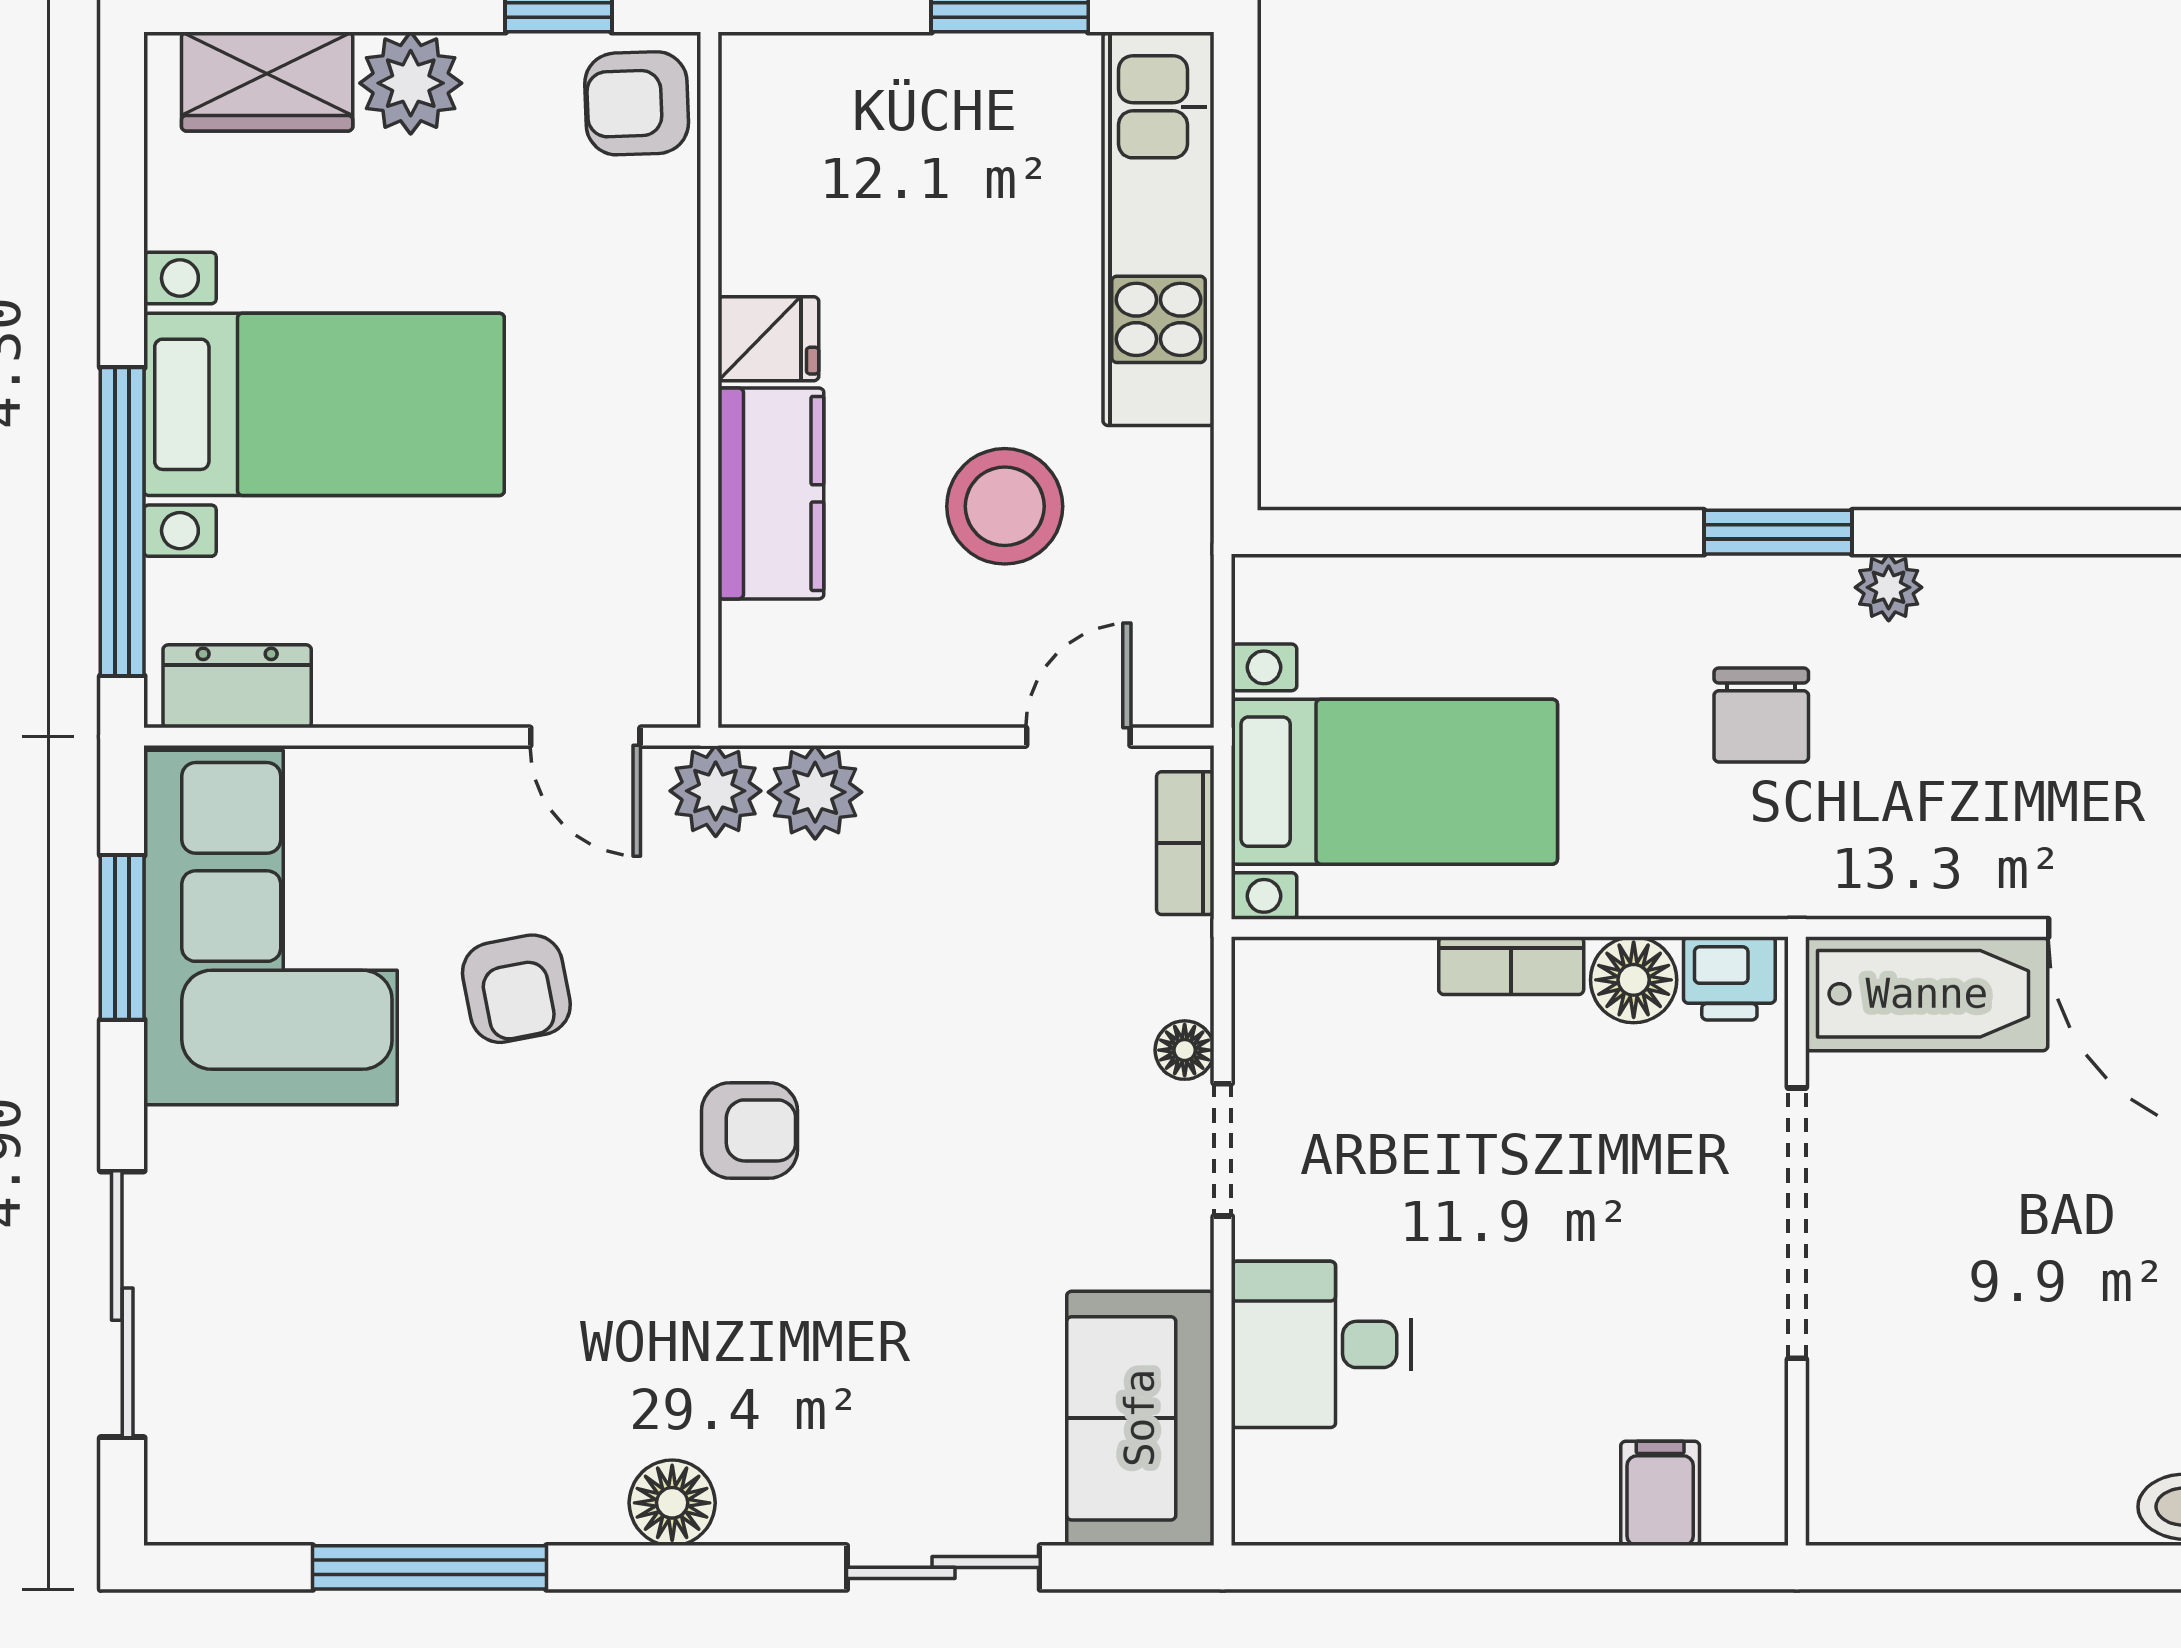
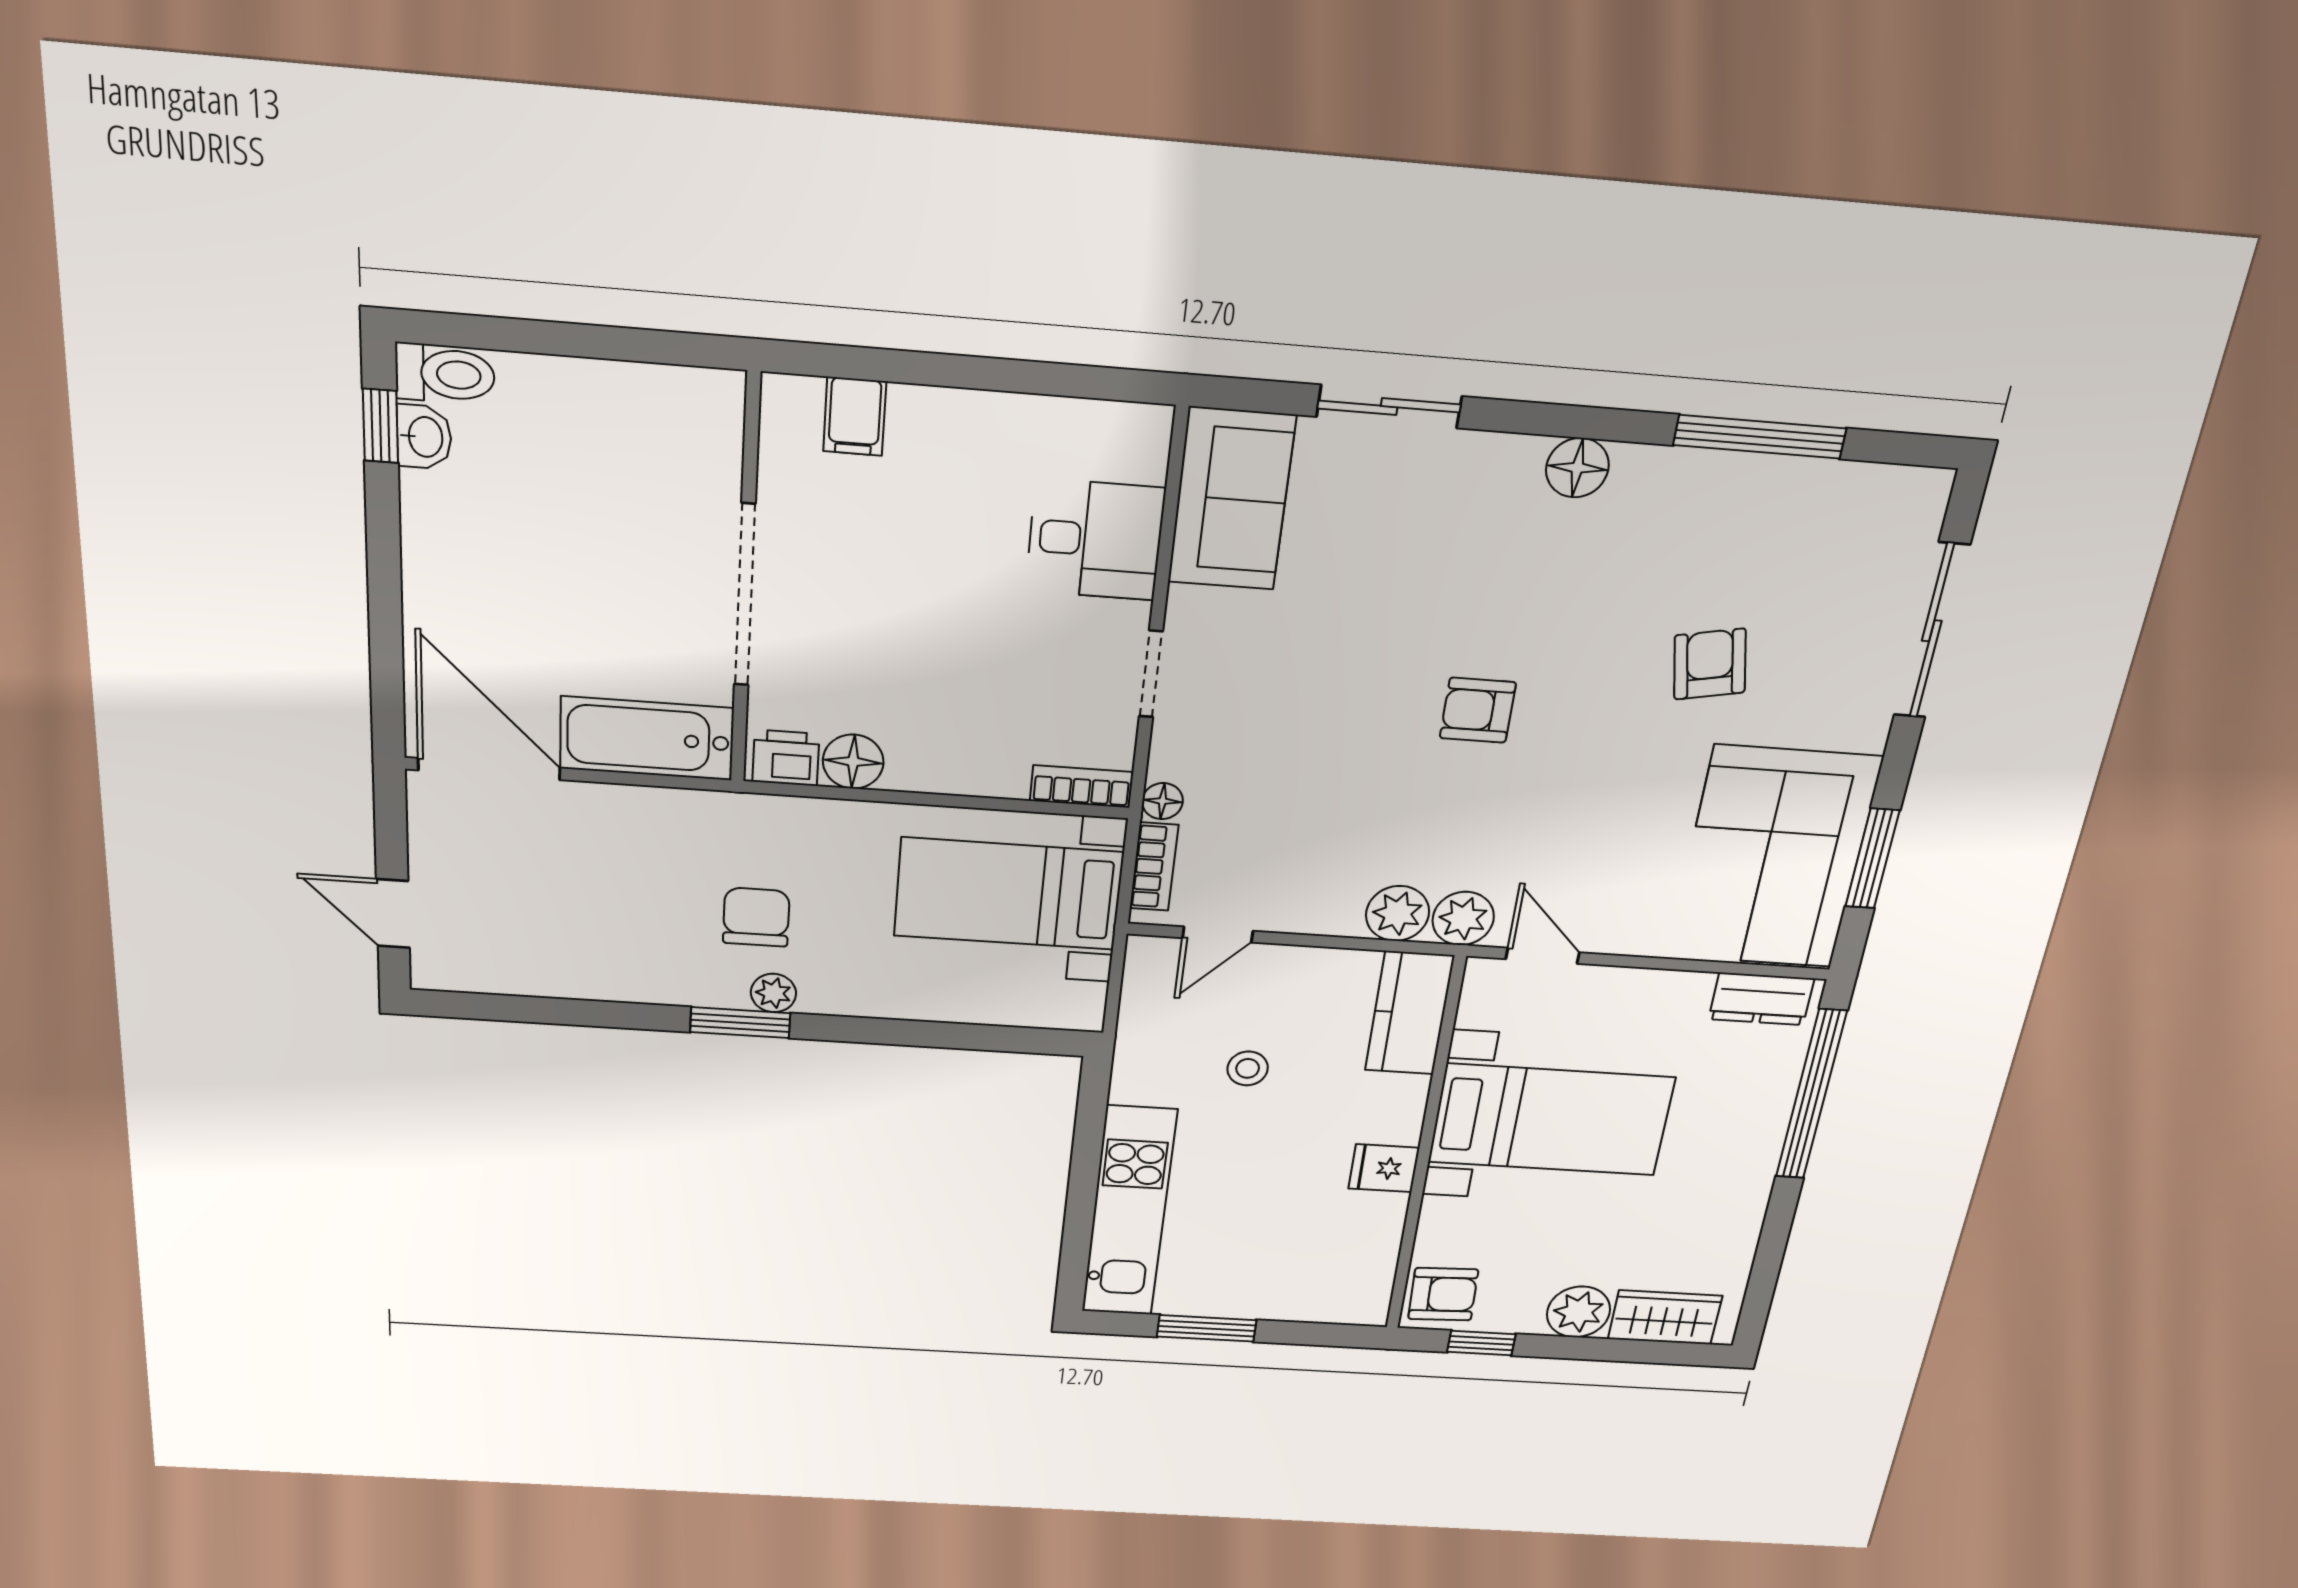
bed with nightstands: (324, 404) -> (1551, 1120), moved, turned 180
kitchen counter: (771, 493) -> (1410, 1013), moved
stool: (1005, 506) -> (1248, 1068), width x0.53, depth x0.53
plant: (1889, 587) -> (773, 993), moved
bookcase: (1511, 966) -> (1082, 786), moved
armchair: (516, 989) -> (1710, 664), moved
floor lamp: (1185, 1050) -> (1162, 801), moved

